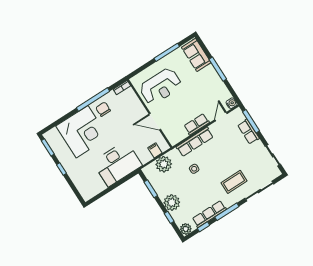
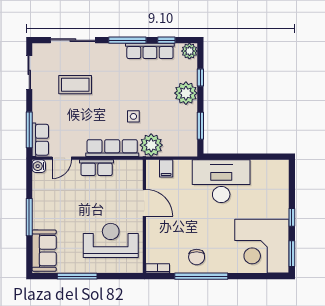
corner desk: (82, 132) -> (262, 246), moved, turned -90
row of seats: (248, 132) -> (40, 140), moved
plant: (164, 164) -> (151, 145), moved
coffee table: (234, 182) -> (75, 85), moved

